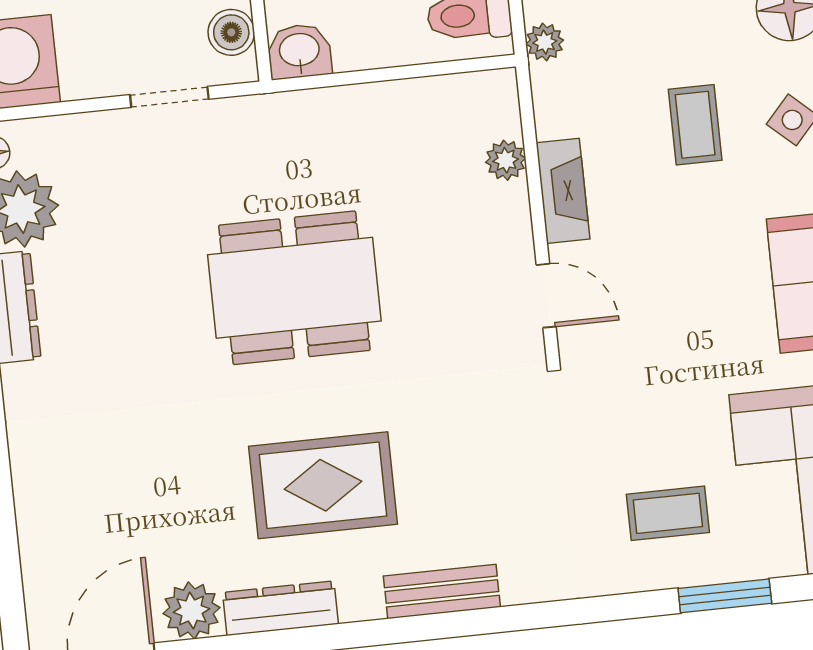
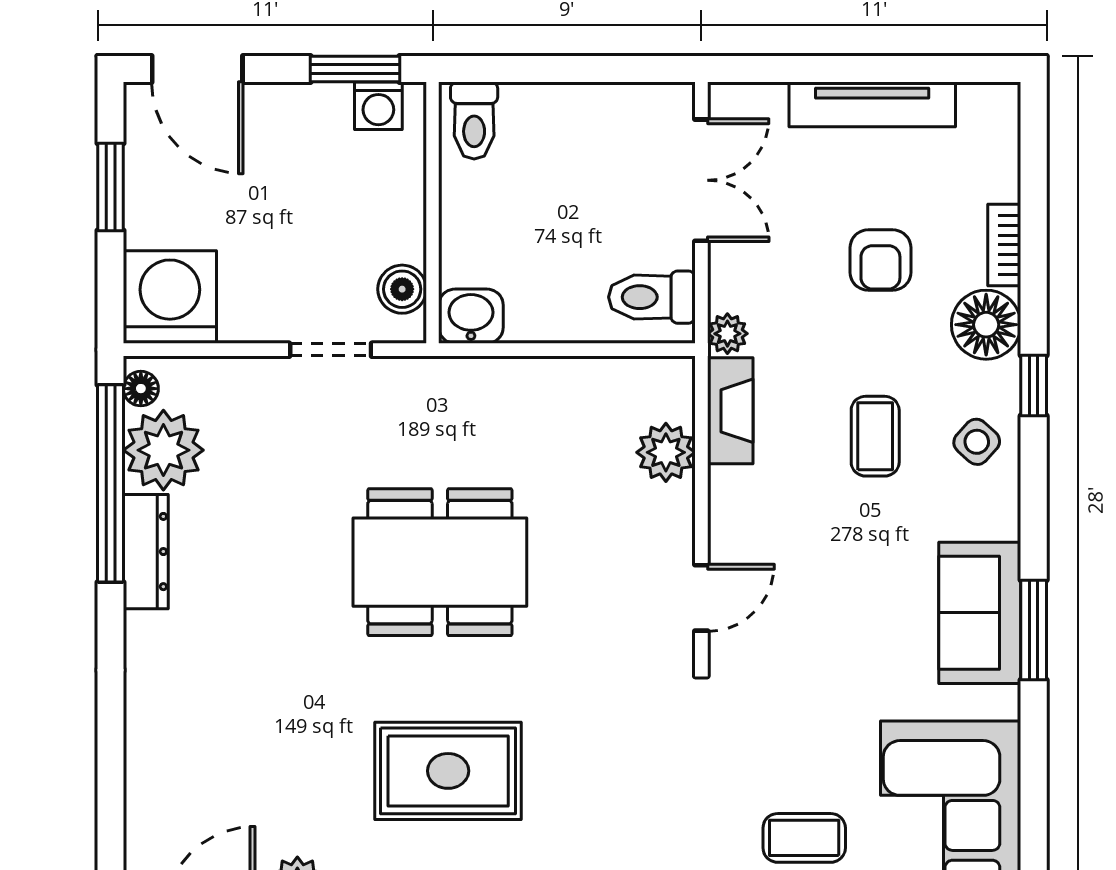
plant: (506, 160) -> (666, 452), width x1.38, depth x1.38
fireplace: (563, 191) -> (730, 411), moved
door: (546, 296) -> (701, 598), hinge flipped

